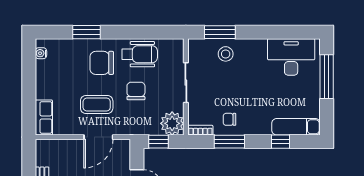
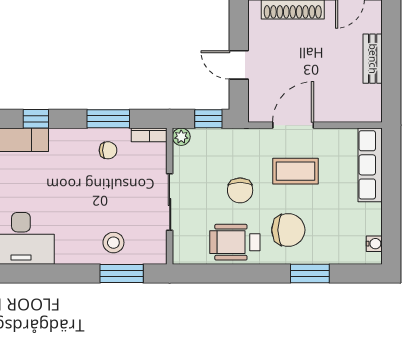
row of seats: (44, 117) -> (370, 165), width x1.48
plant: (172, 123) -> (181, 137), width x0.53, depth x0.53

